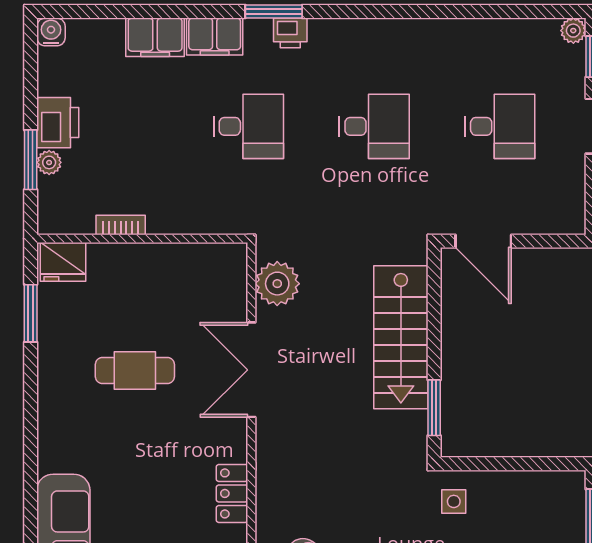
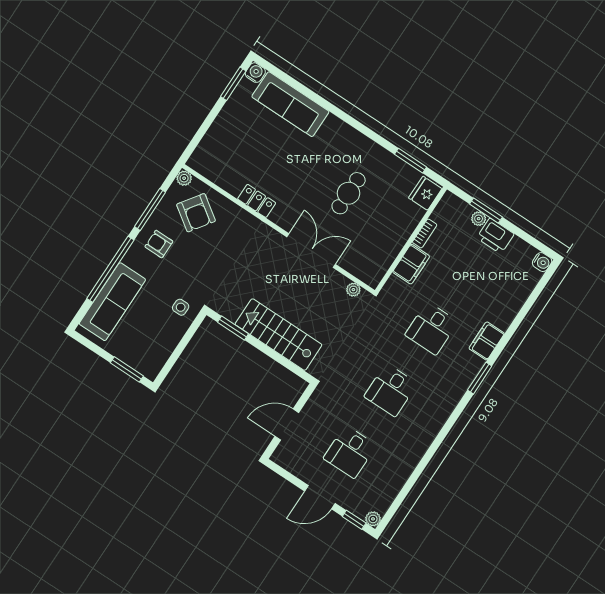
printer: (290, 33) -> (464, 379), removed
filing cabinet: (155, 37) -> (411, 264), moved, turned 180
door: (483, 241) -> (287, 424), moved
plant: (277, 284) -> (353, 290), width x0.53, depth x0.53

